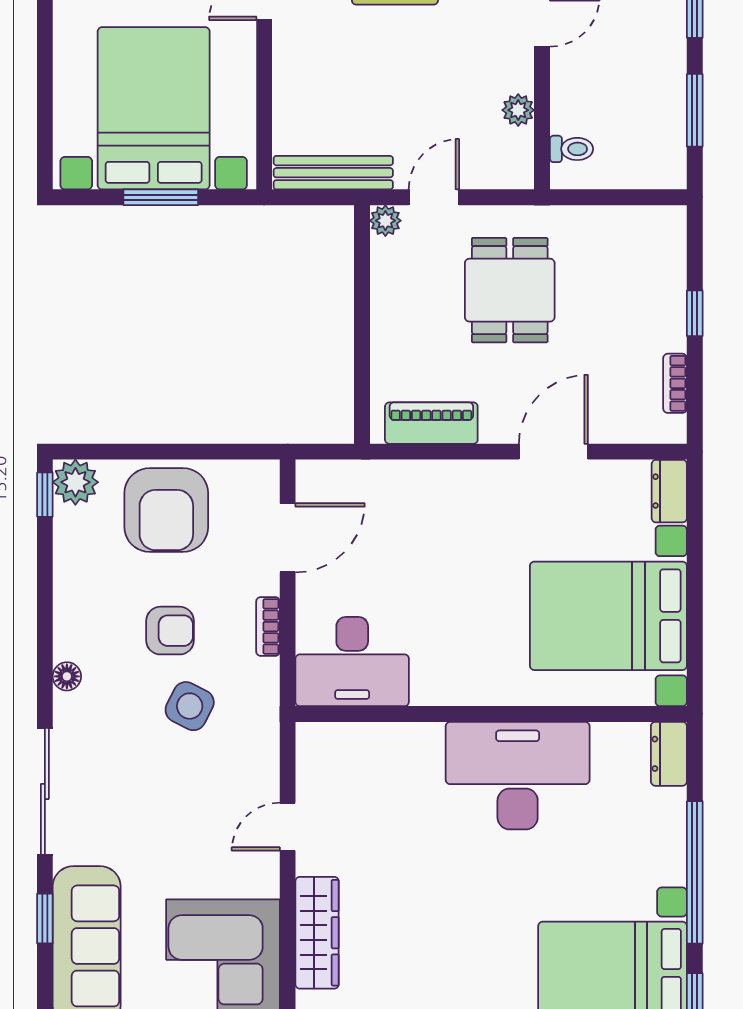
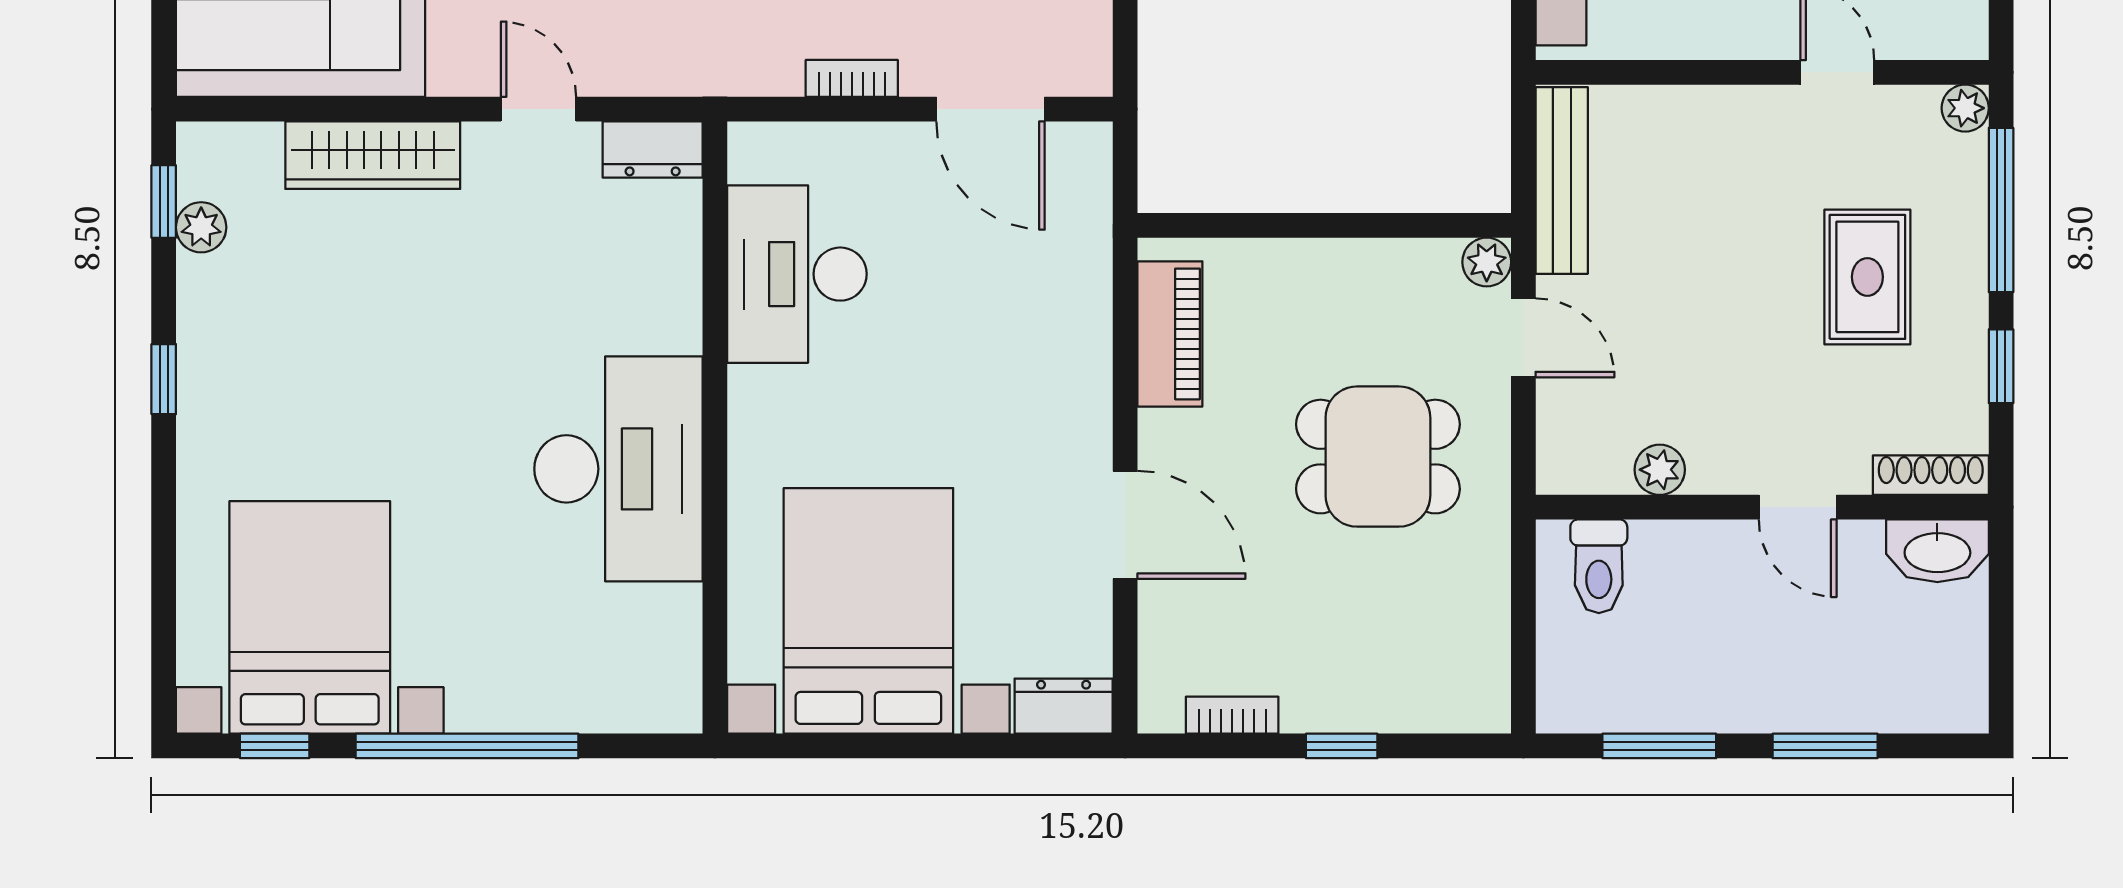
toilet: (572, 149) -> (1599, 566), width x1.37, depth x1.39
desk: (352, 662) -> (797, 274), moved
dresser: (669, 754) -> (653, 149), moved, turned 180

